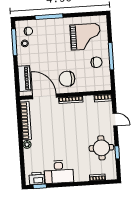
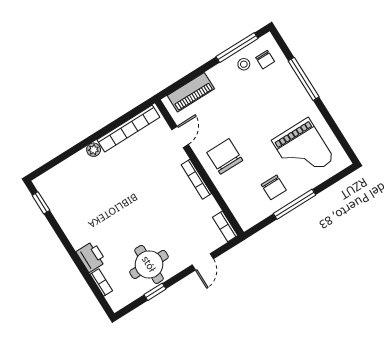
door: (45, 96) -> (180, 137), width x0.53
desk: (59, 172) -> (78, 220), removed
printer: (37, 178) -> (91, 257), moved

